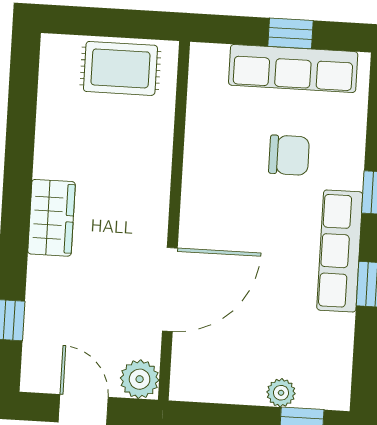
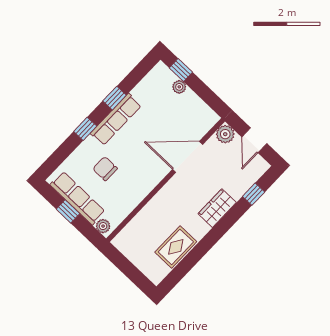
plant: (212, 58) -> (103, 226), added
rug: (120, 68) -> (176, 247), moved, turned 90
wardrobe: (51, 218) -> (217, 208), moved

